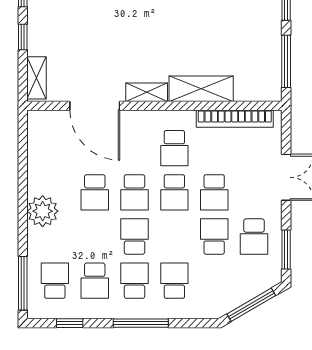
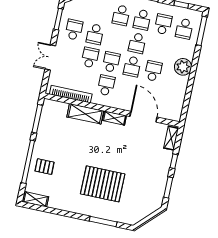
school desk: (135, 192) -> (132, 66), turned 180

